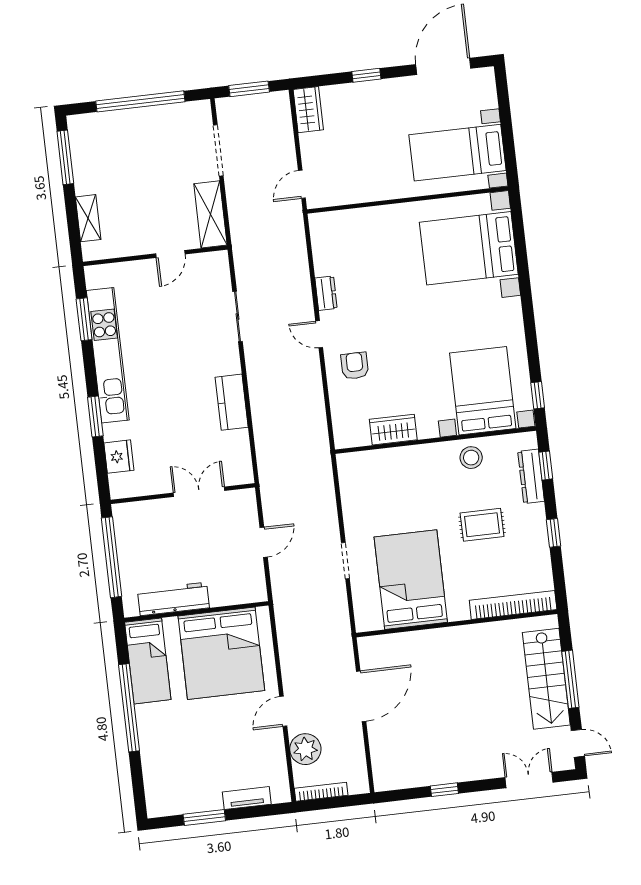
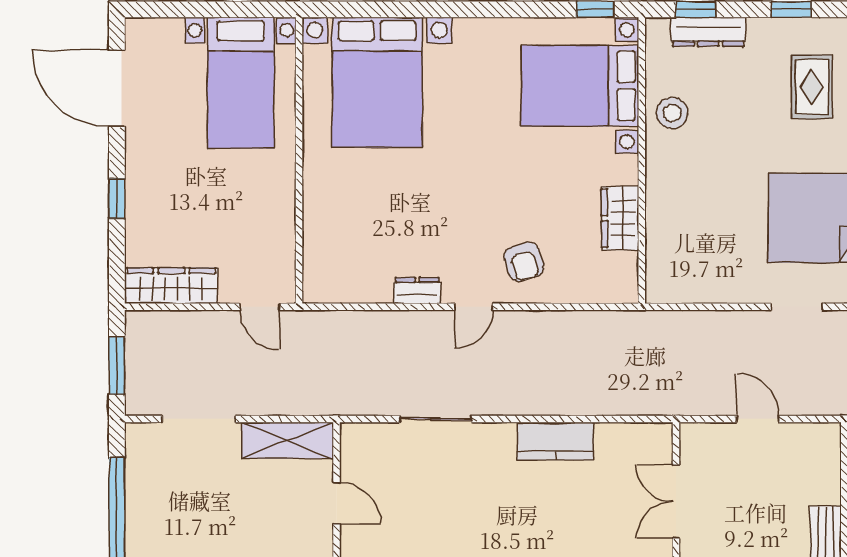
wardrobe: (308, 110) -> (171, 286), width x1.50
armchair: (355, 366) -> (524, 262), turned -106
rug: (482, 525) -> (812, 87), moved

